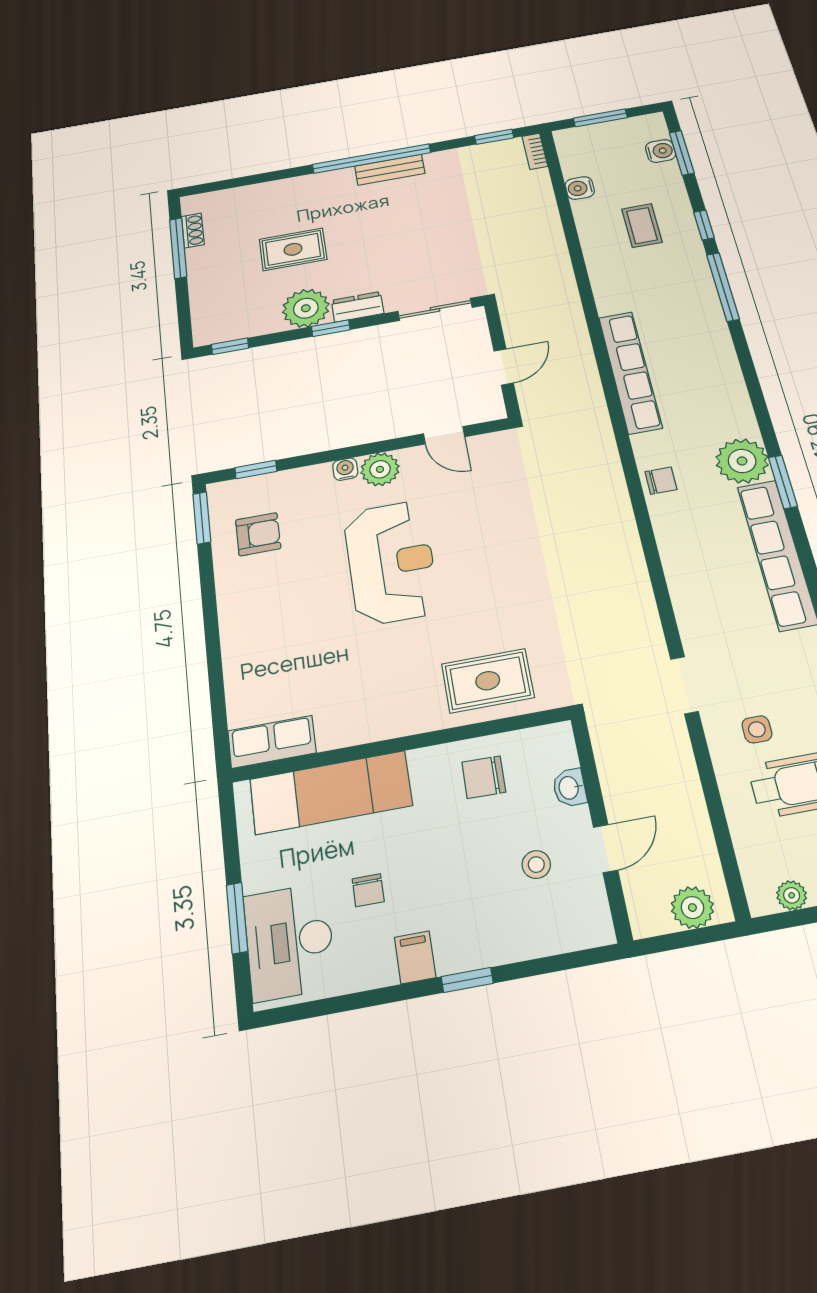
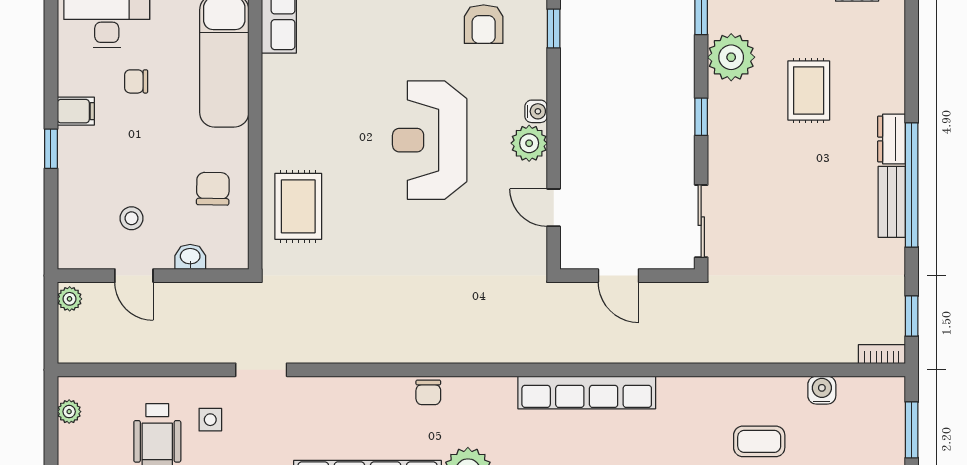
dresser: (358, 307) -> (891, 139), moved, turned 180
plant: (306, 308) -> (731, 57), moved
door: (444, 435) -> (554, 208), hinge flipped
chair: (661, 481) -> (428, 392), moved
reception desk: (391, 562) -> (430, 140), turned 90
plant: (692, 908) -> (70, 299), moved, width x0.73, depth x0.73

